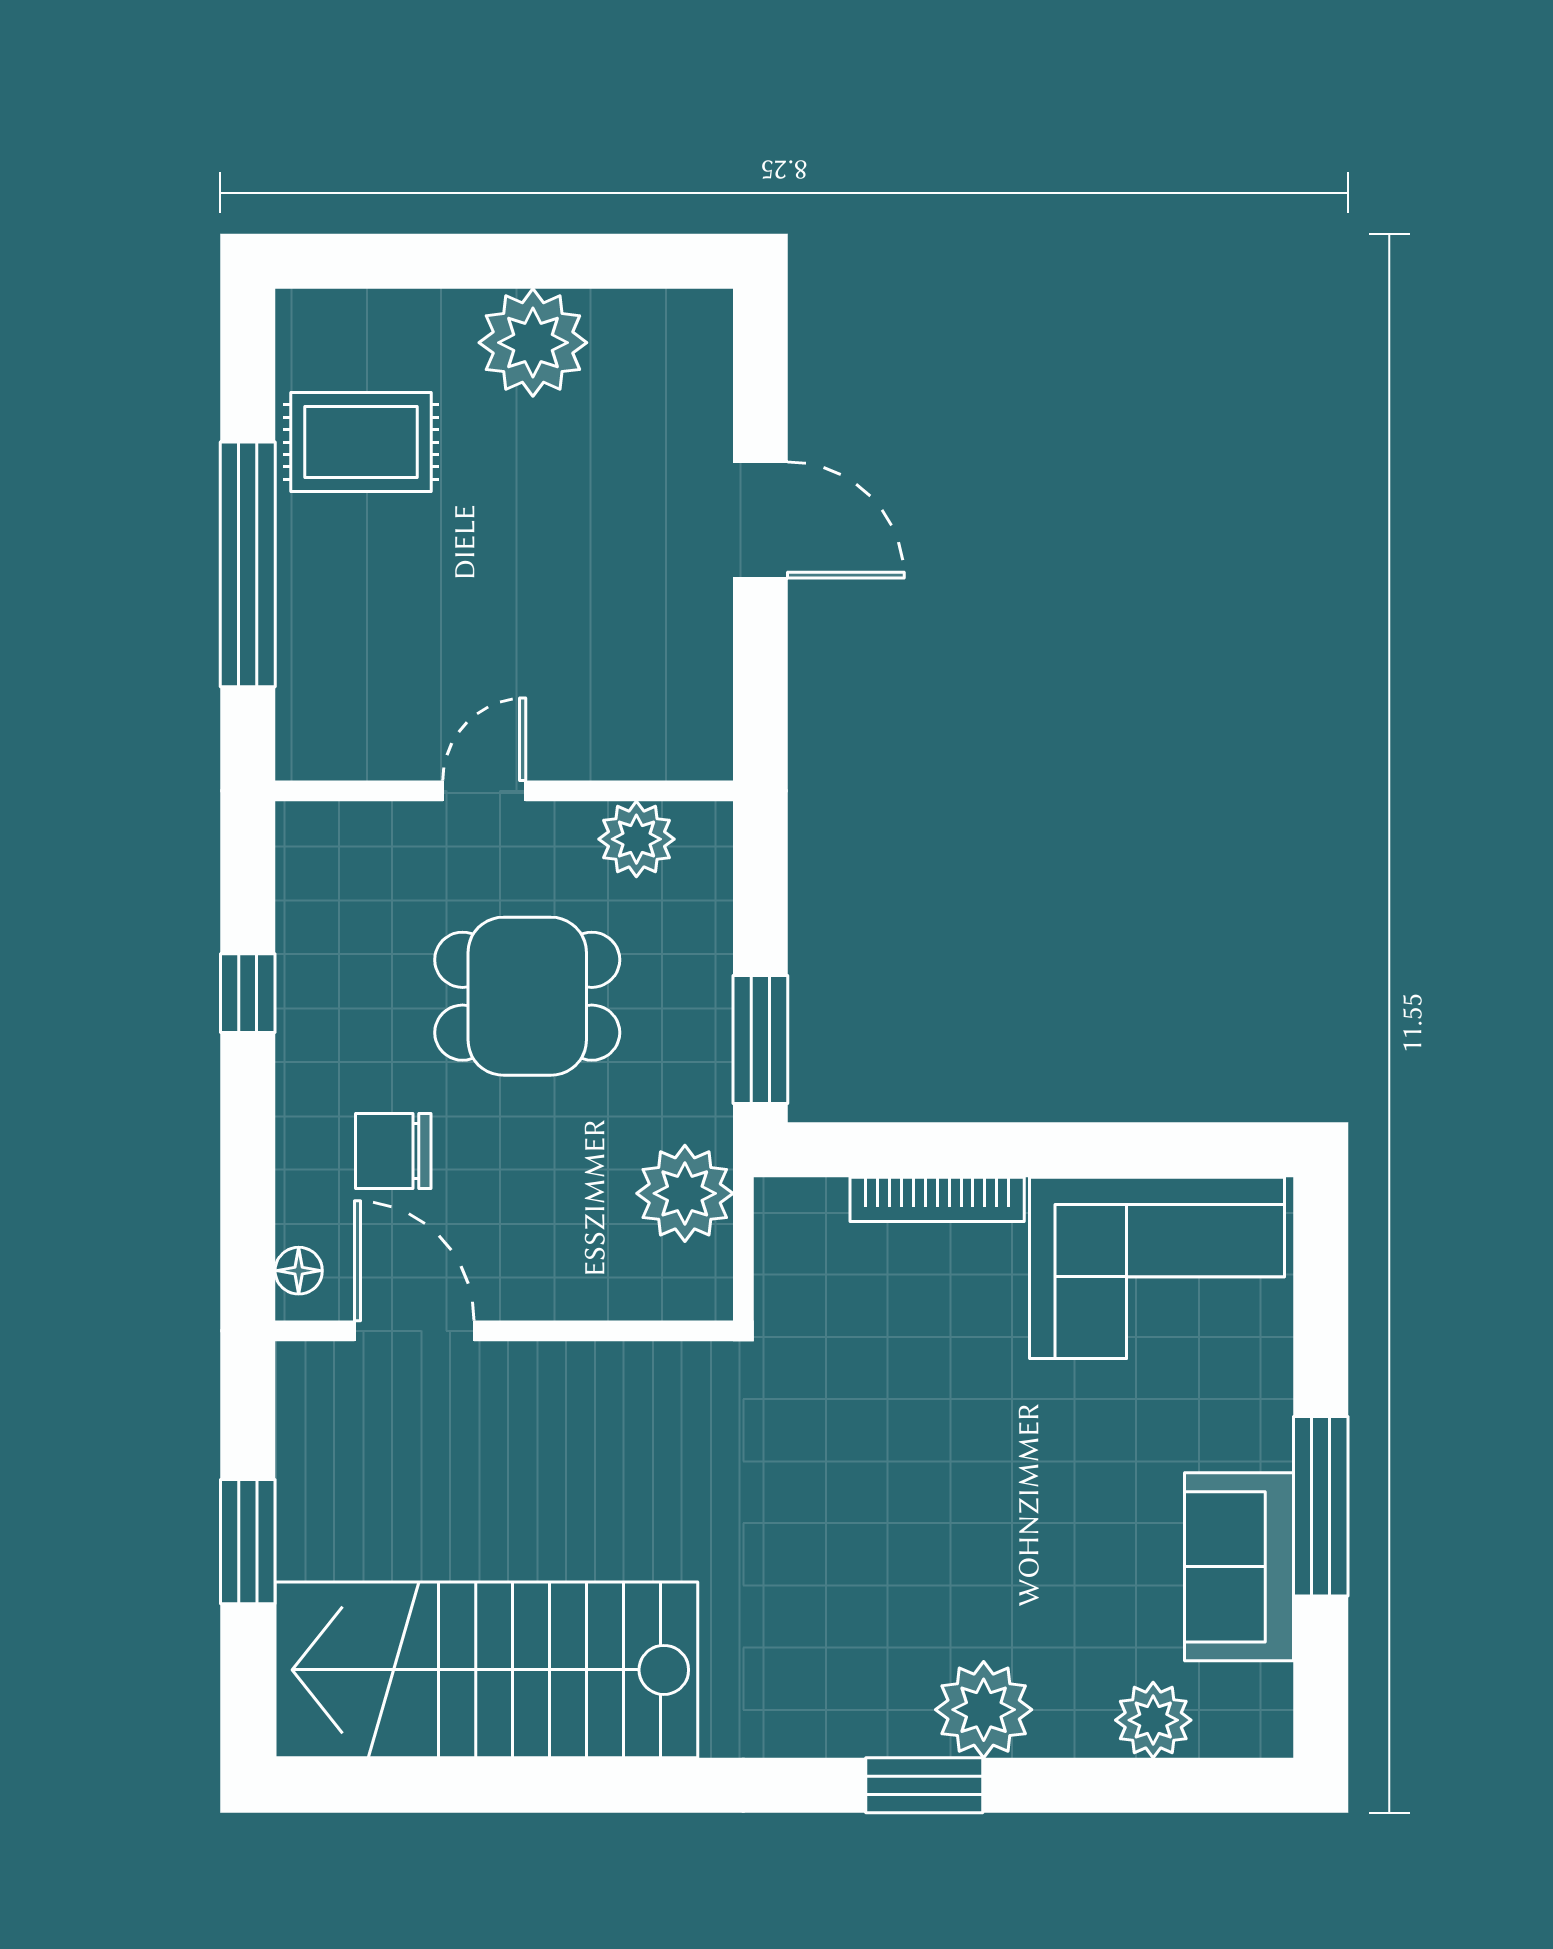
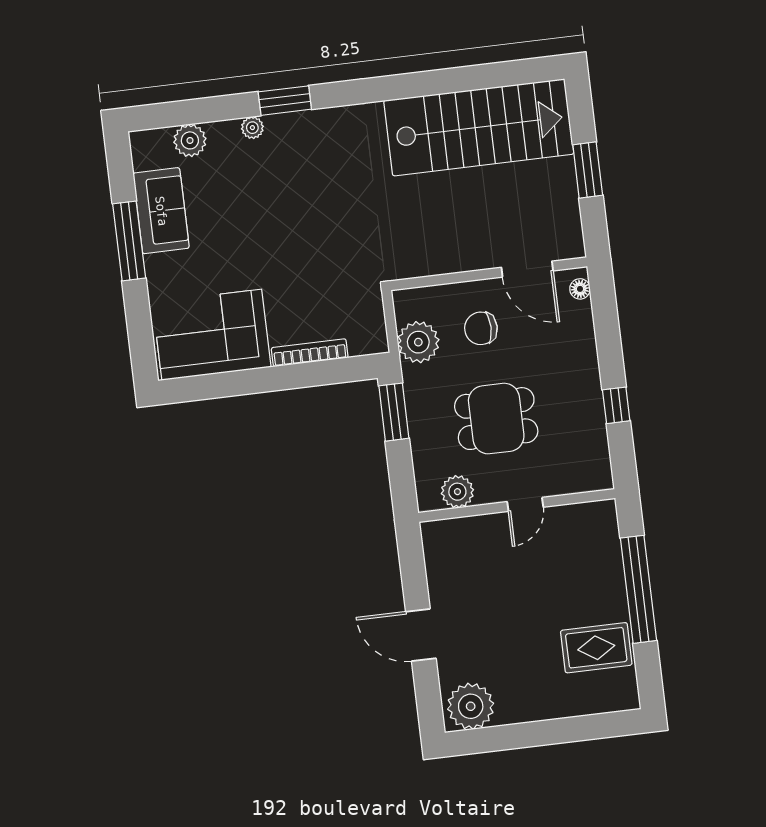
plant: (533, 343) -> (471, 706), moved
chair: (393, 1151) -> (481, 328), moved, turned 180
plant: (984, 1710) -> (252, 128), width x0.53, depth x0.53

